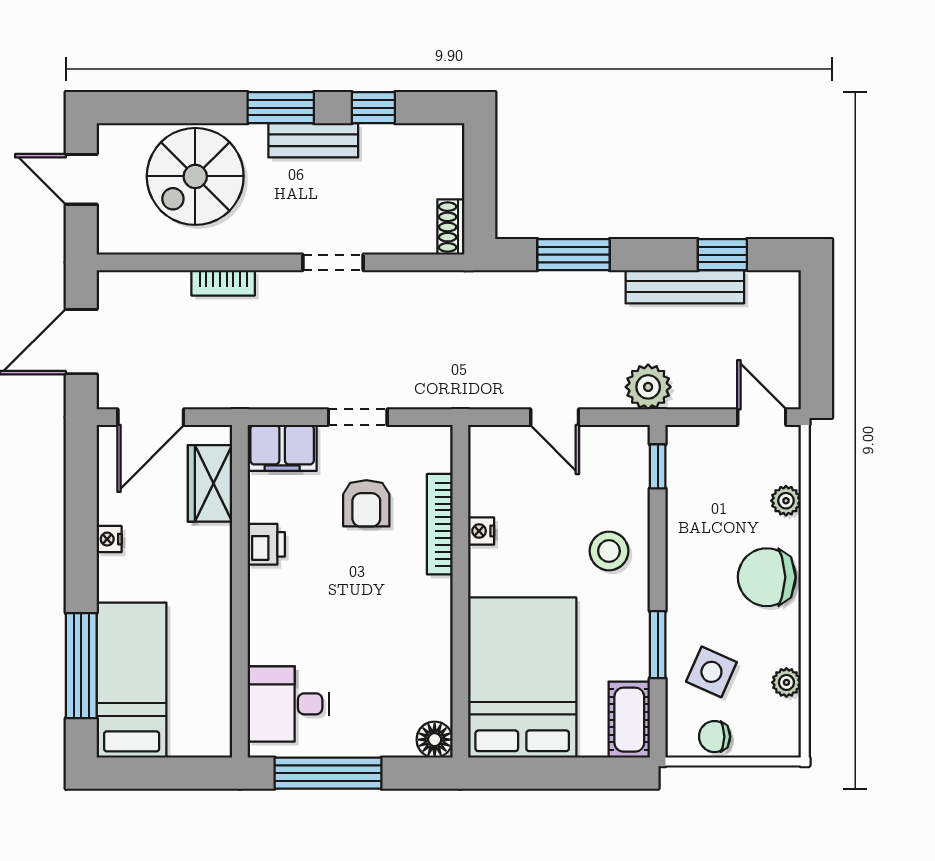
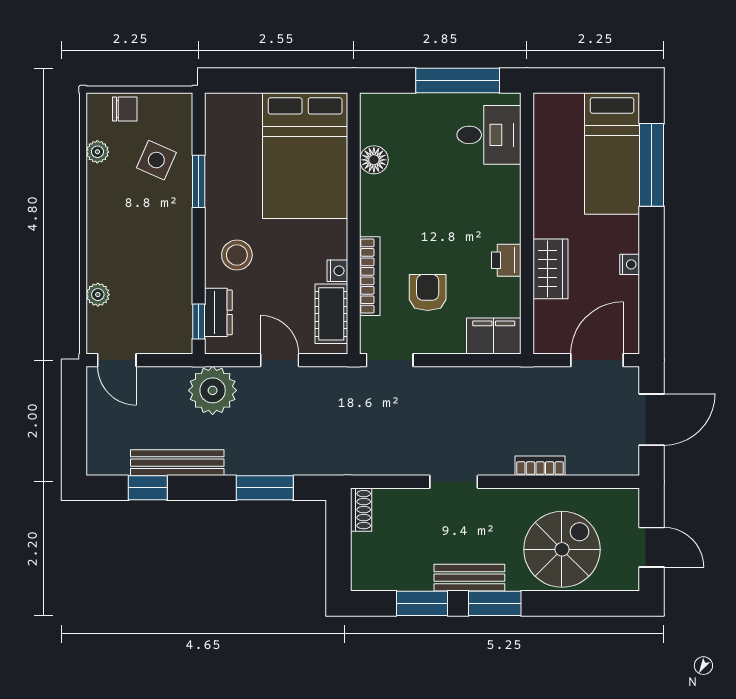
window: (373, 108) -> (422, 603), width x1.50
plant: (648, 387) -> (213, 390), width x1.36, depth x1.36
doorway: (358, 417) -> (390, 360), moved
dresser: (633, 478) -> (218, 312), added
wardrobe: (210, 483) -> (550, 269), moved
chair: (767, 577) -> (113, 234), removed
cot: (629, 720) -> (331, 314), moved
chair: (715, 737) -> (125, 109), moved
floor lamp: (435, 740) -> (374, 160), moved

